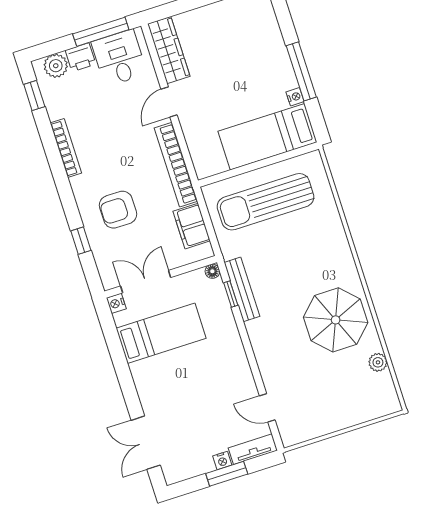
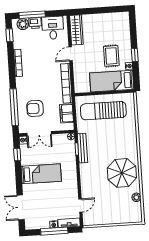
window: (101, 32) -> (32, 15), moved
window: (301, 71) -> (135, 55), width x0.46
rug: (254, 85) -> (111, 56), added
armchair: (118, 210) -> (35, 108), moved
window: (81, 241) -> (14, 107), width x3.17
double door: (146, 282) -> (39, 134), swing flipped
bed: (161, 333) -> (41, 174), moved
window: (112, 336) -> (17, 155), added
door: (267, 408) -> (80, 205), swing flipped
window: (227, 474) -> (54, 231), width x1.44

